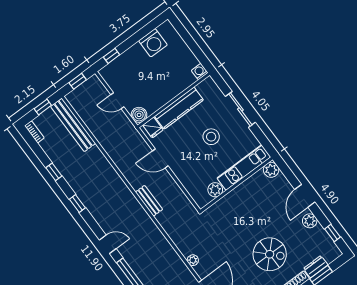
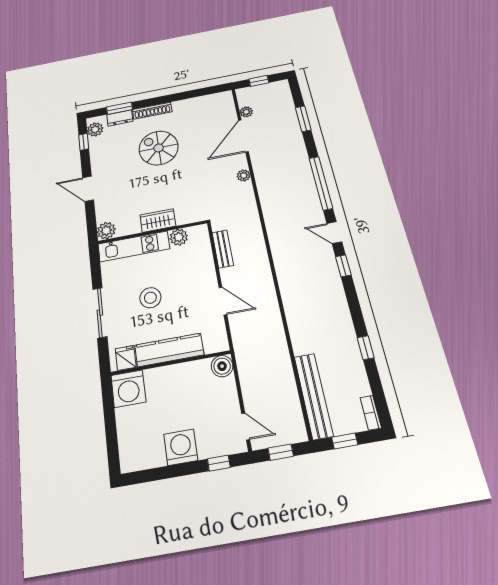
washing machine: (153, 43) -> (181, 447), moved
washing machine: (200, 72) -> (128, 389), width x1.89, depth x1.89
door: (117, 101) -> (246, 426), moved
fridge: (153, 128) -> (126, 358), moved
wardrobe: (237, 195) -> (158, 220), added
door: (305, 196) -> (88, 189), swing flipped
bench: (149, 201) -> (223, 249), moved
window: (77, 204) -> (343, 266), moved
plant: (310, 221) -> (95, 129), moved

